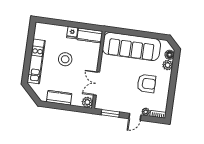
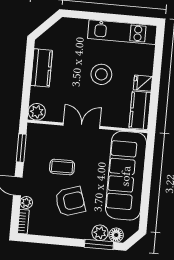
kitchen unit: (36, 61) -> (122, 32), moved
window: (175, 66) -> (99, 244), added
armchair: (146, 83) -> (70, 201), turned -108
double door: (96, 84) -> (82, 126), moved
coffee table: (124, 88) -> (62, 167), added

